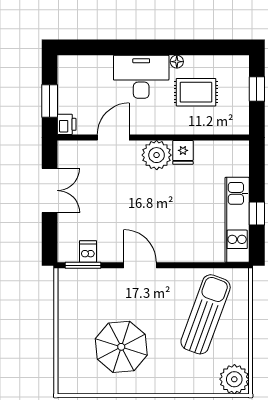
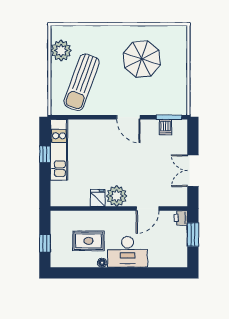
plant: (234, 379) -> (61, 51), moved

